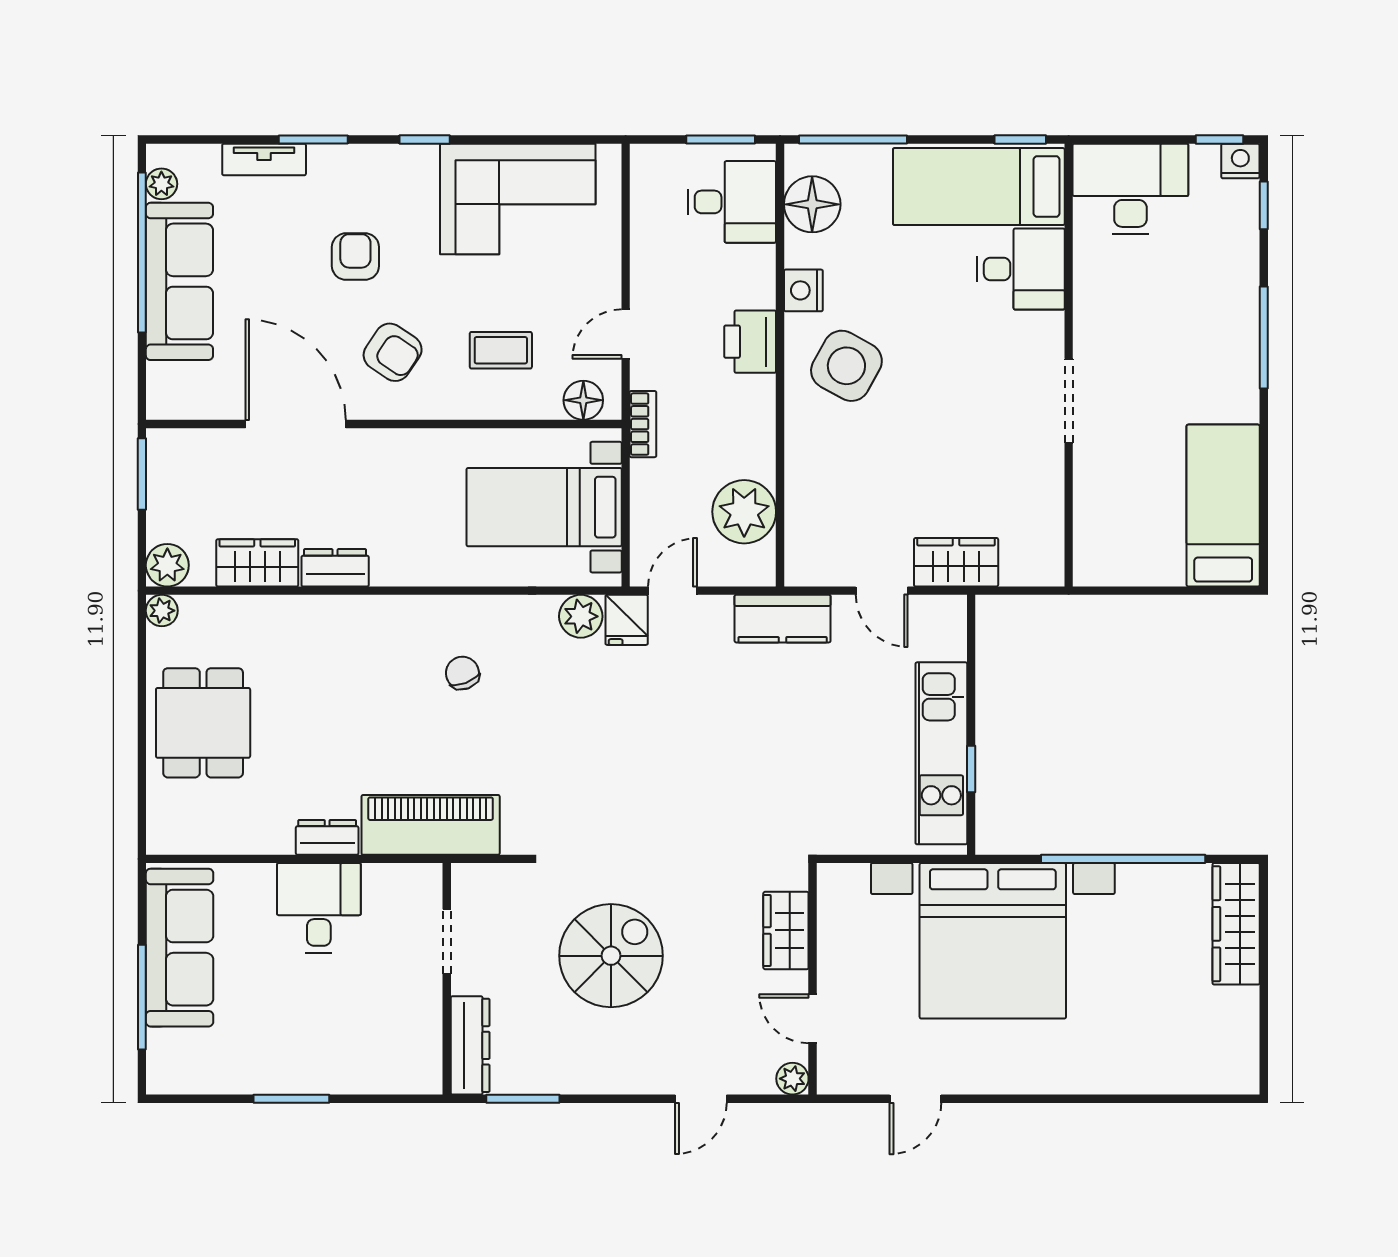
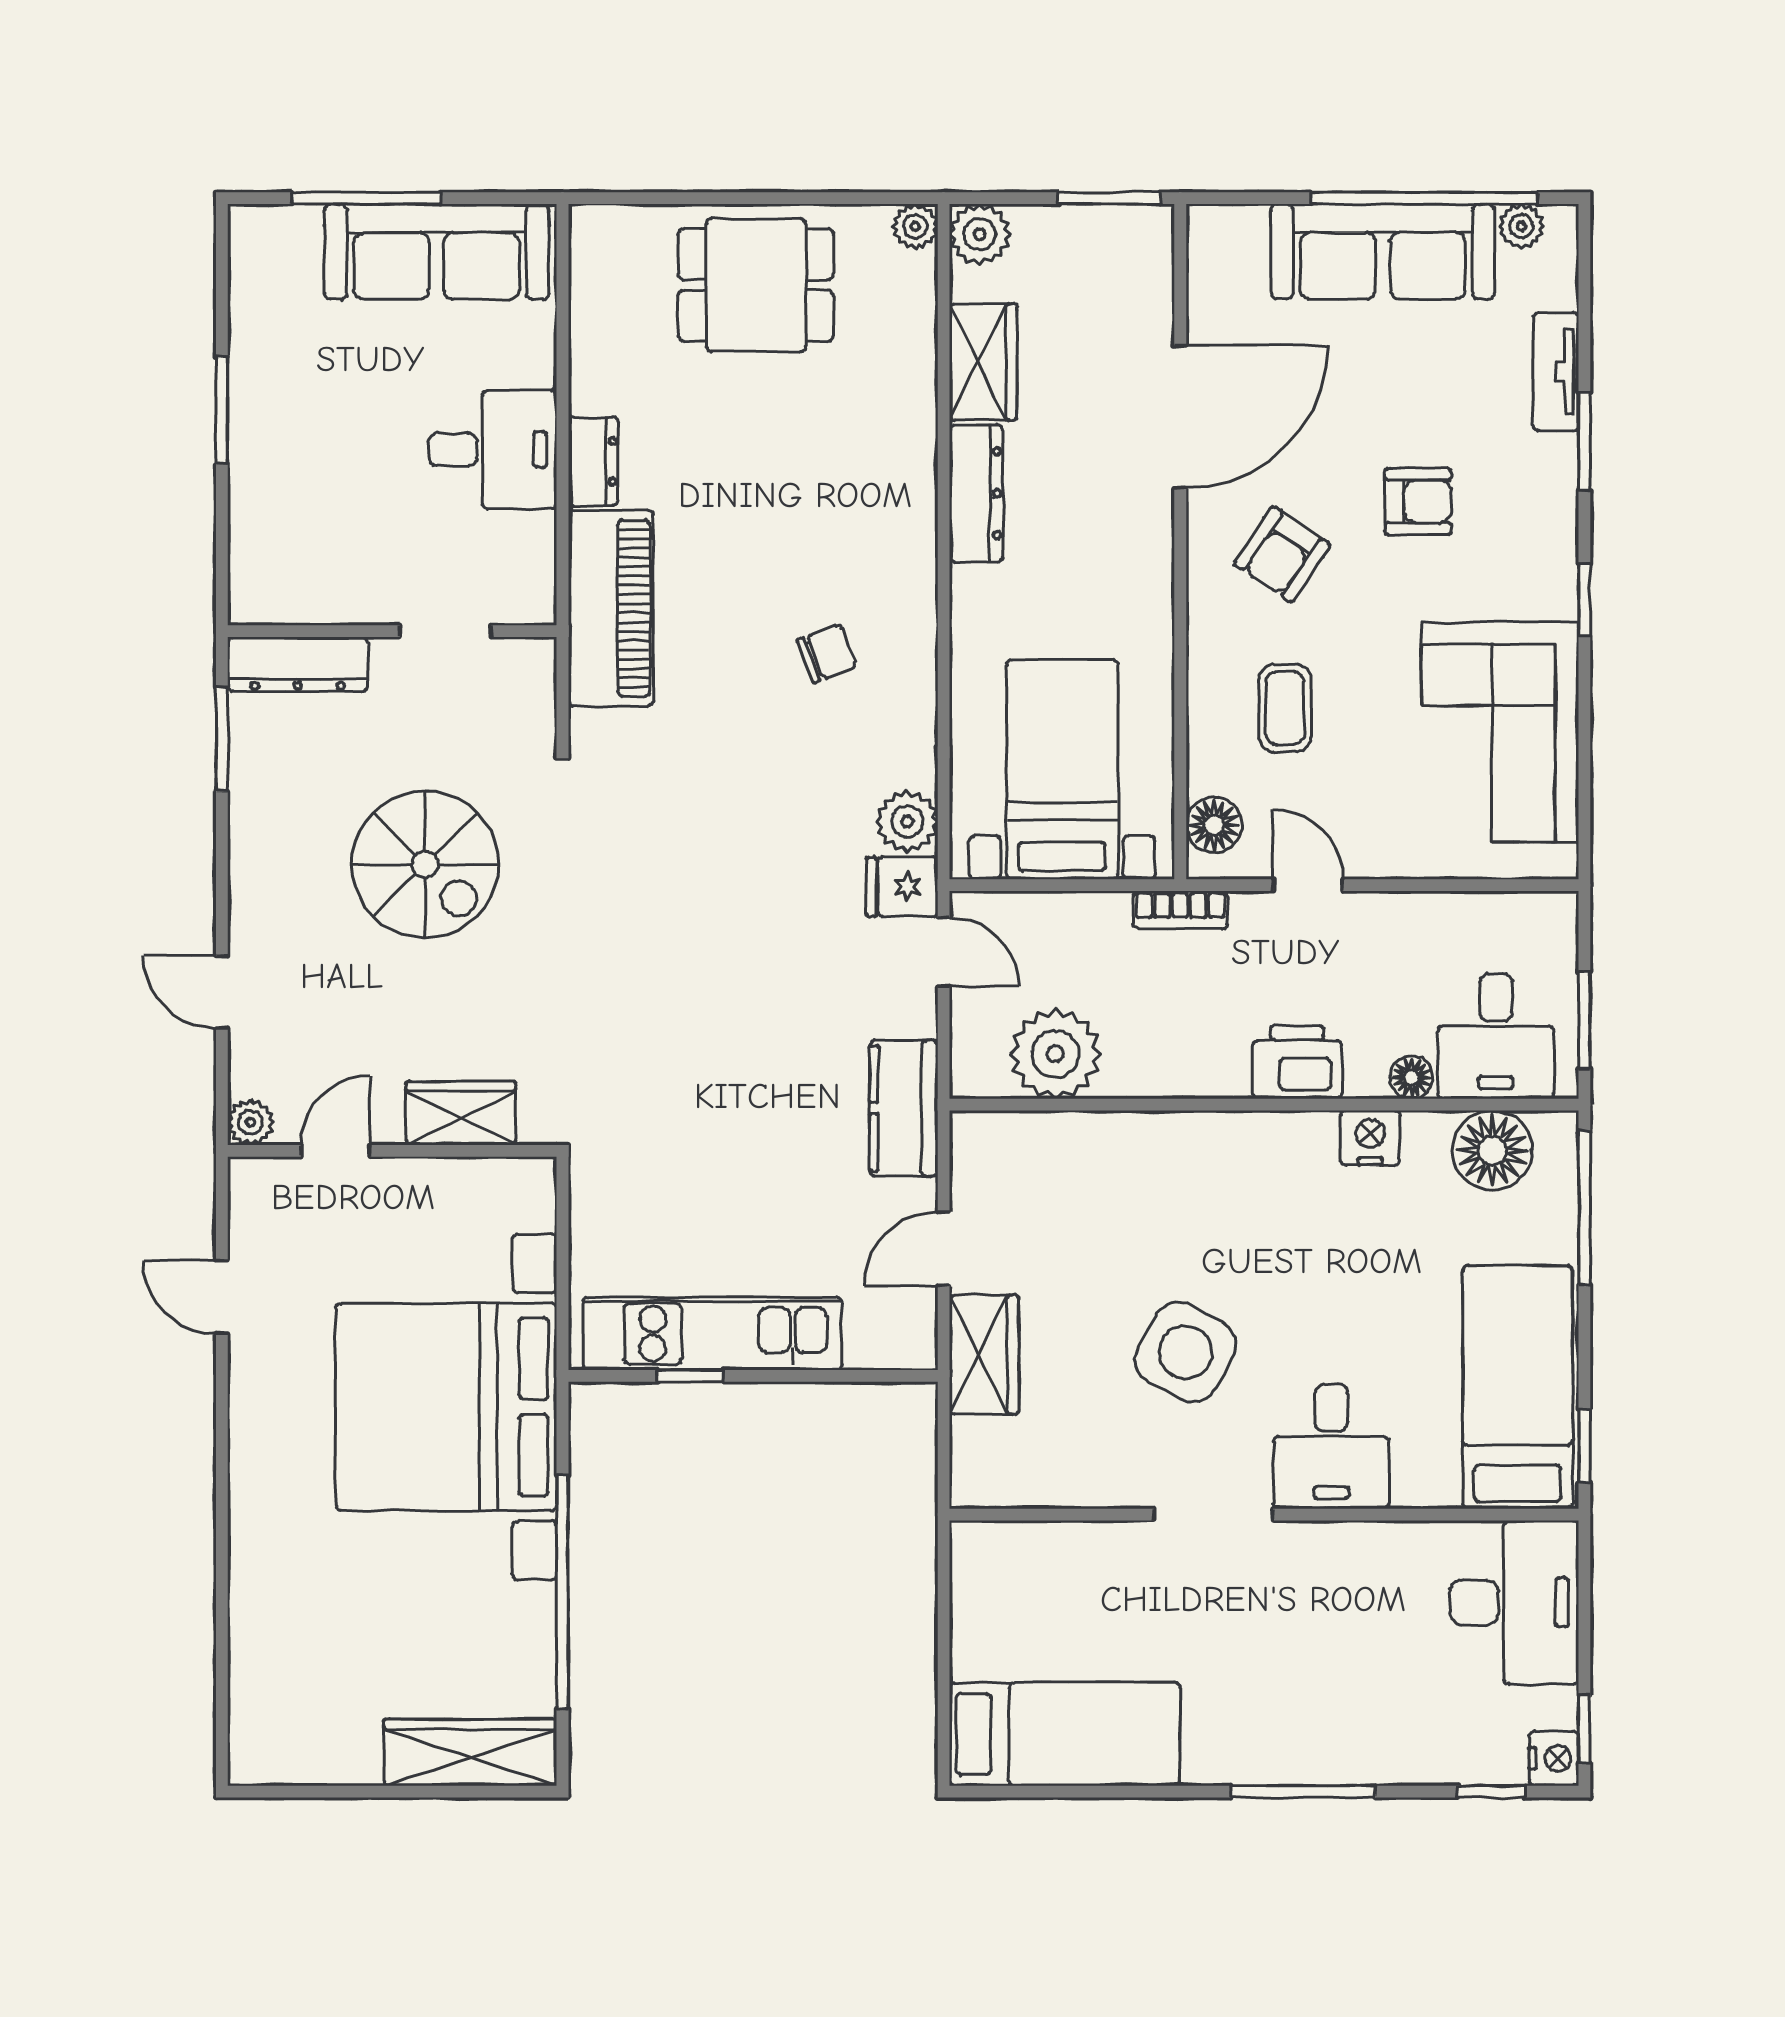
floor lamp: (761, 261) -> (1412, 1077), added
desk: (1021, 269) -> (1331, 1447), moved
side table: (846, 366) -> (1186, 1352), moved
dresser: (335, 568) -> (976, 493), width x1.44

